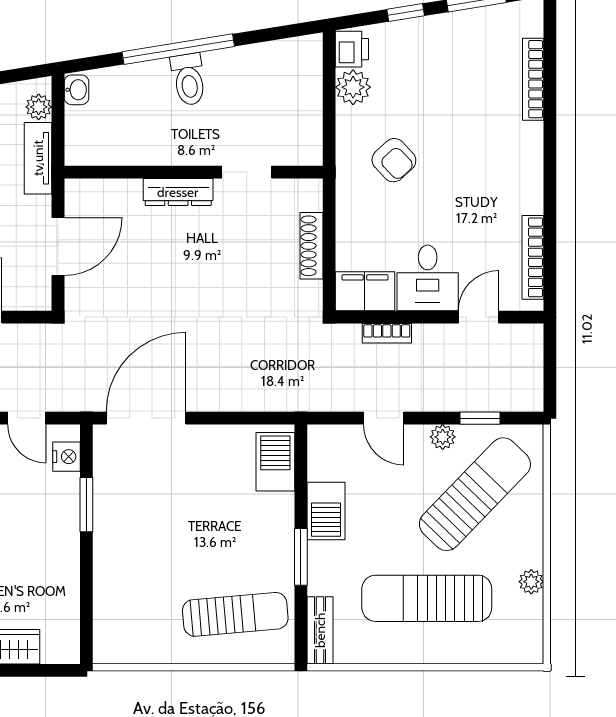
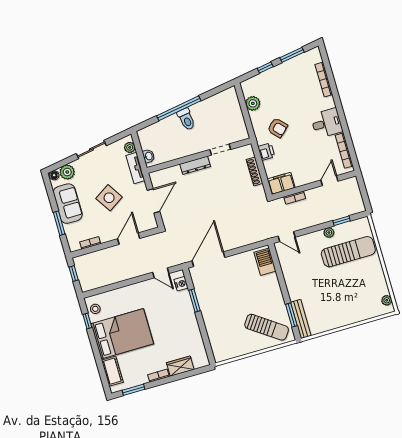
printer: (352, 49) -> (266, 152), moved
washbasin: (76, 90) -> (149, 156), moved
desk: (428, 278) -> (327, 123), moved, turned -90
door: (384, 418) -> (287, 237), moved
sun lounger: (475, 494) -> (348, 252), turned 46
barbecue: (326, 511) -> (291, 276), removed
window: (301, 557) -> (291, 315), moved
plant: (531, 582) -> (387, 300), moved
sun lounger: (427, 598) -> (341, 299), removed
sun lounger: (235, 614) -> (267, 327), turned 40
bench: (320, 630) -> (301, 319), width x1.36

